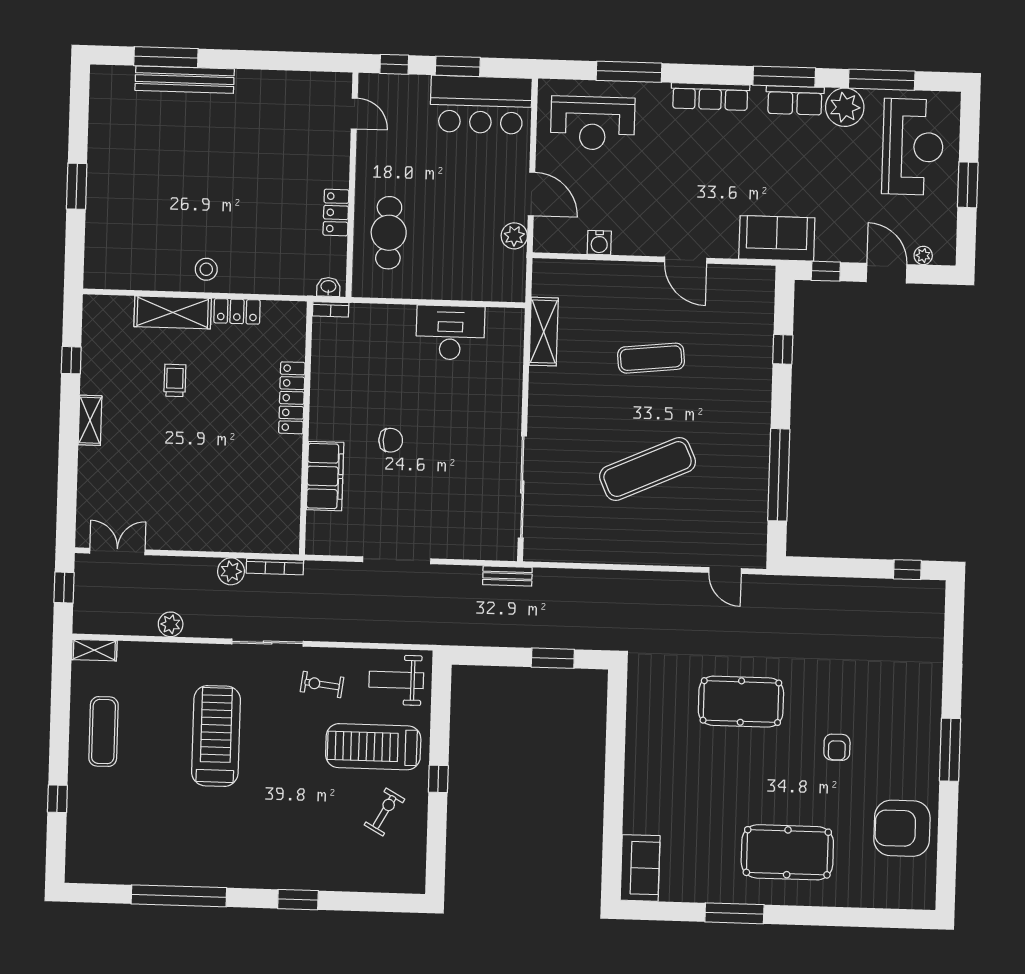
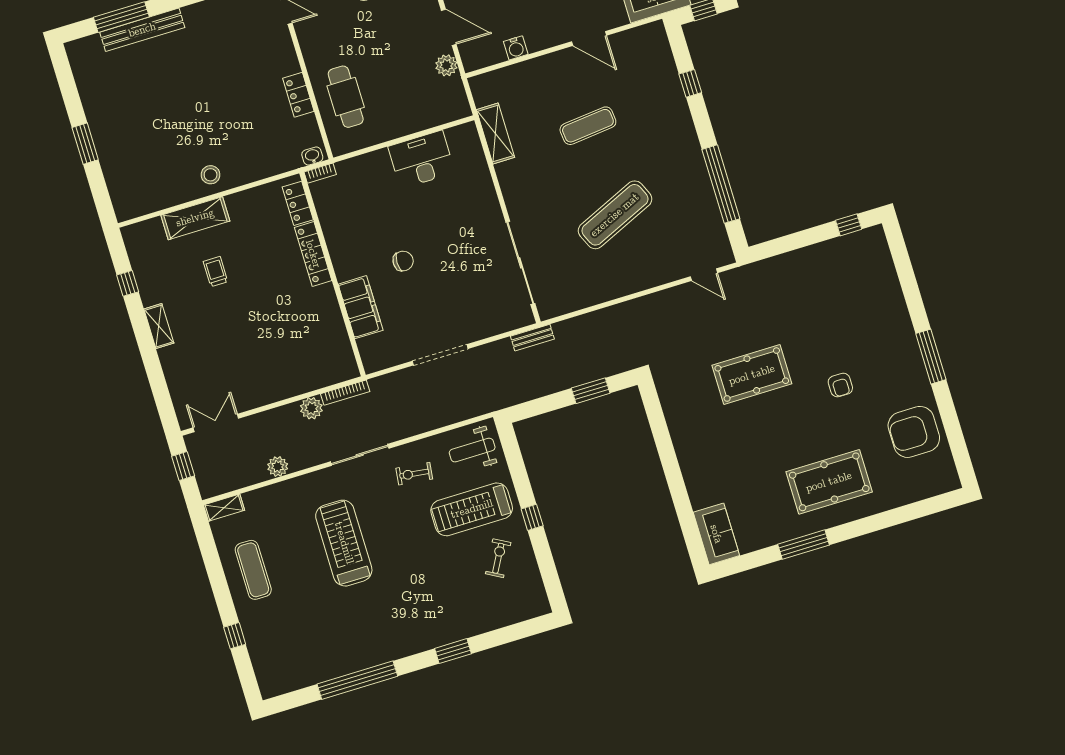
locker: (237, 311) -> (298, 203), moved, turned 90

